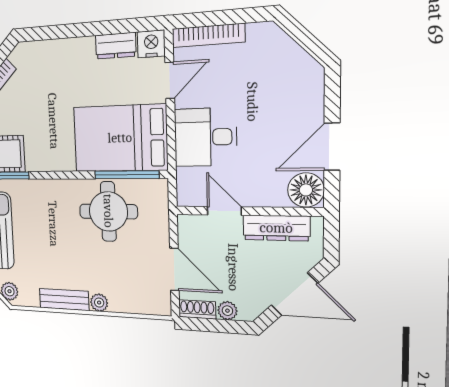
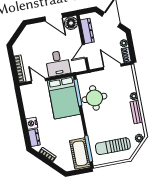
nightstand: (151, 44) -> (32, 123), moved
dresser: (116, 46) -> (34, 138), moved
door: (174, 269) -> (112, 67), hinge flipped

